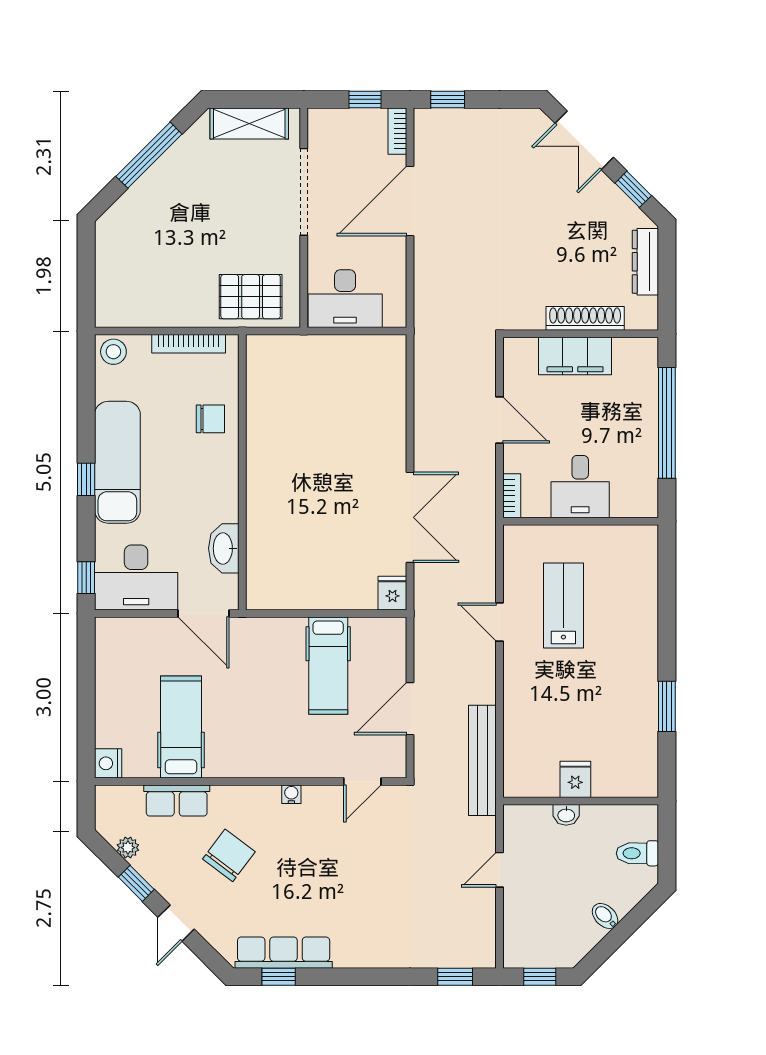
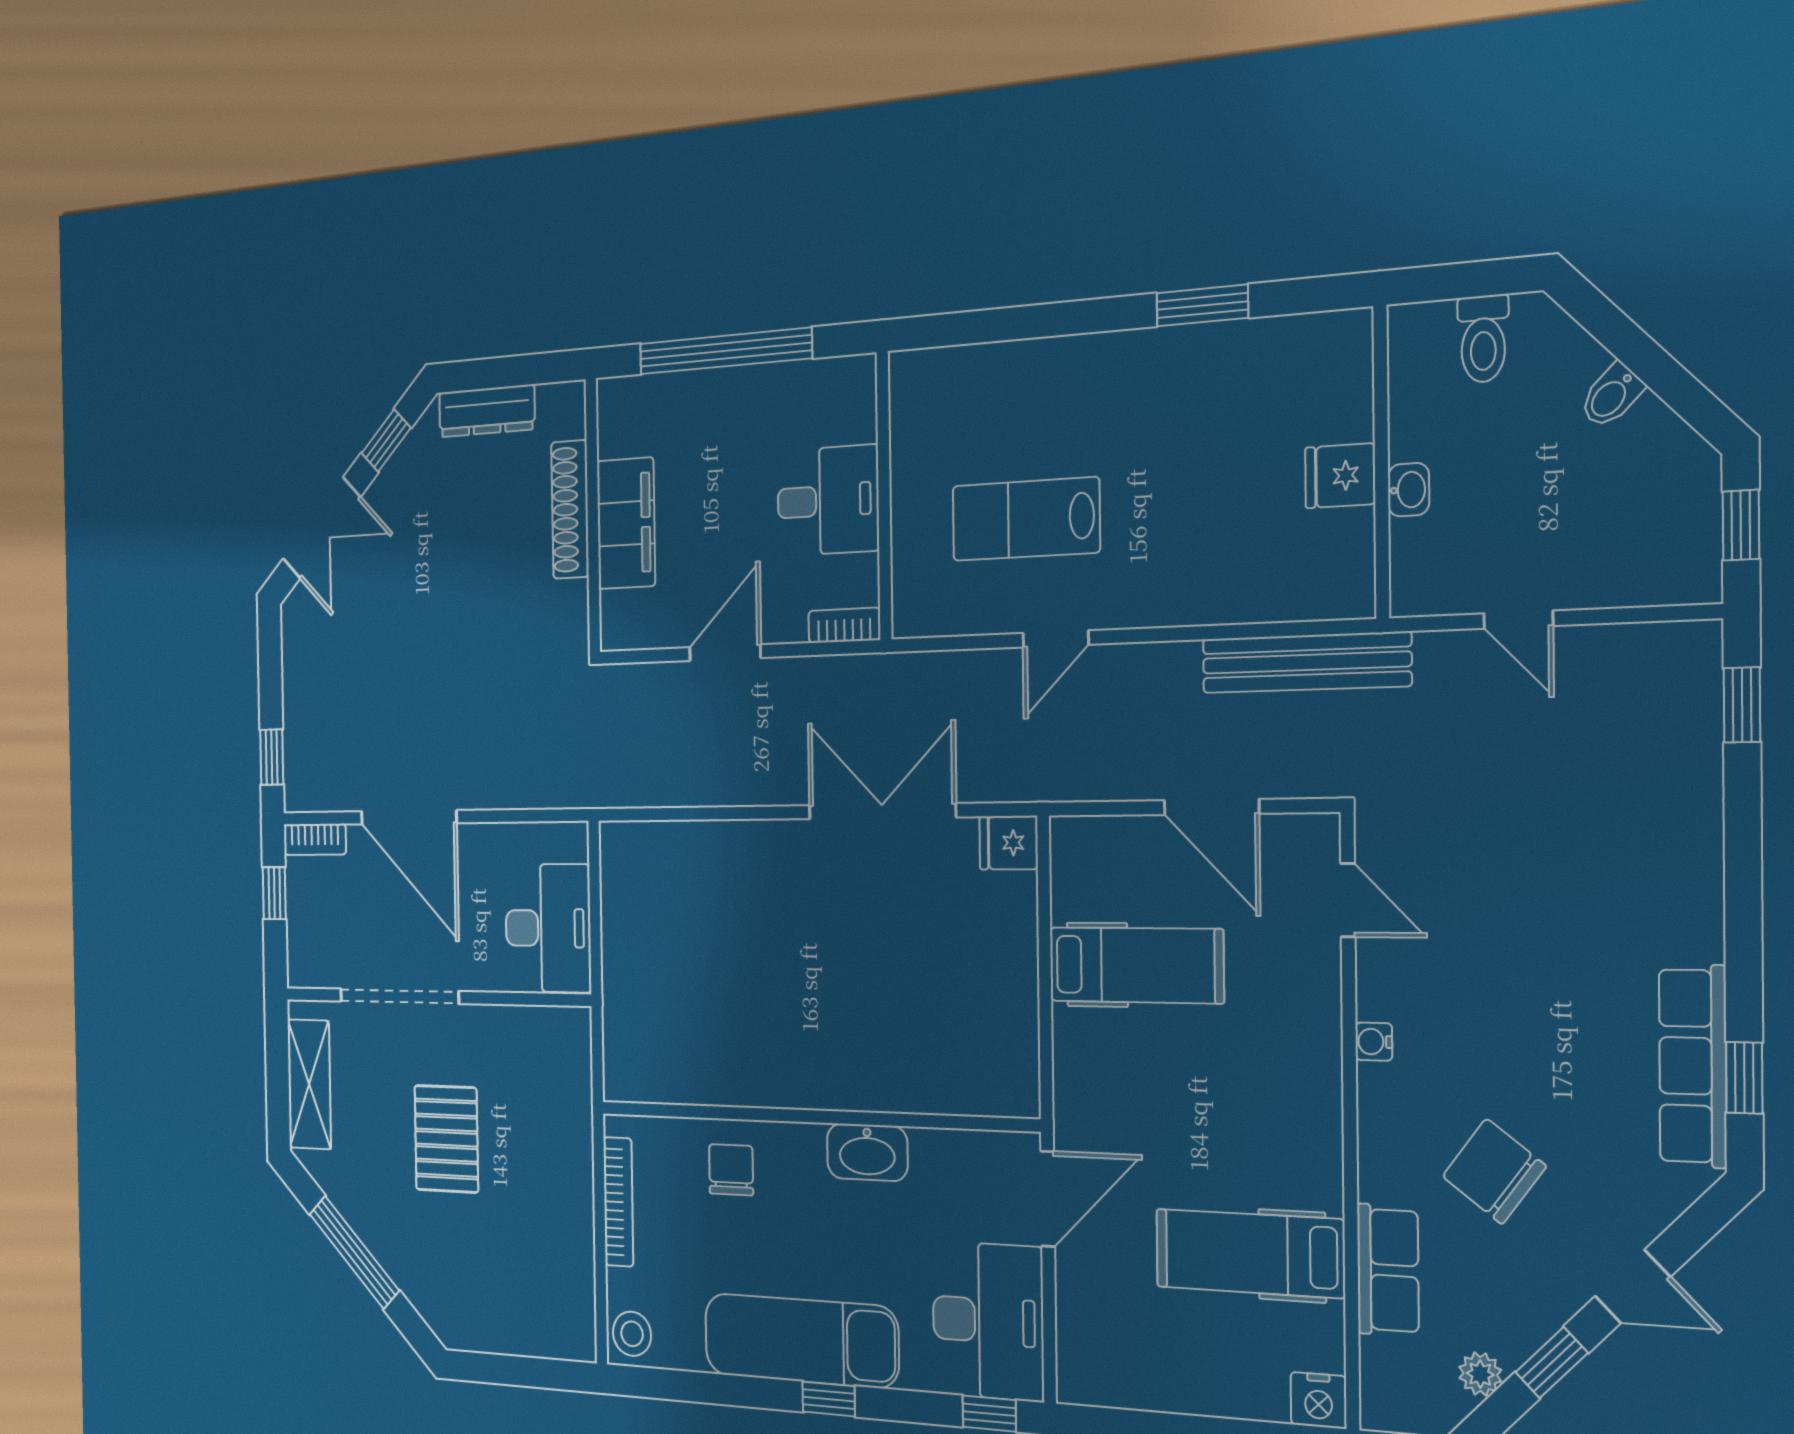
pallet: (251, 297) -> (446, 1139), moved
washbasin: (224, 548) -> (867, 1152), moved

